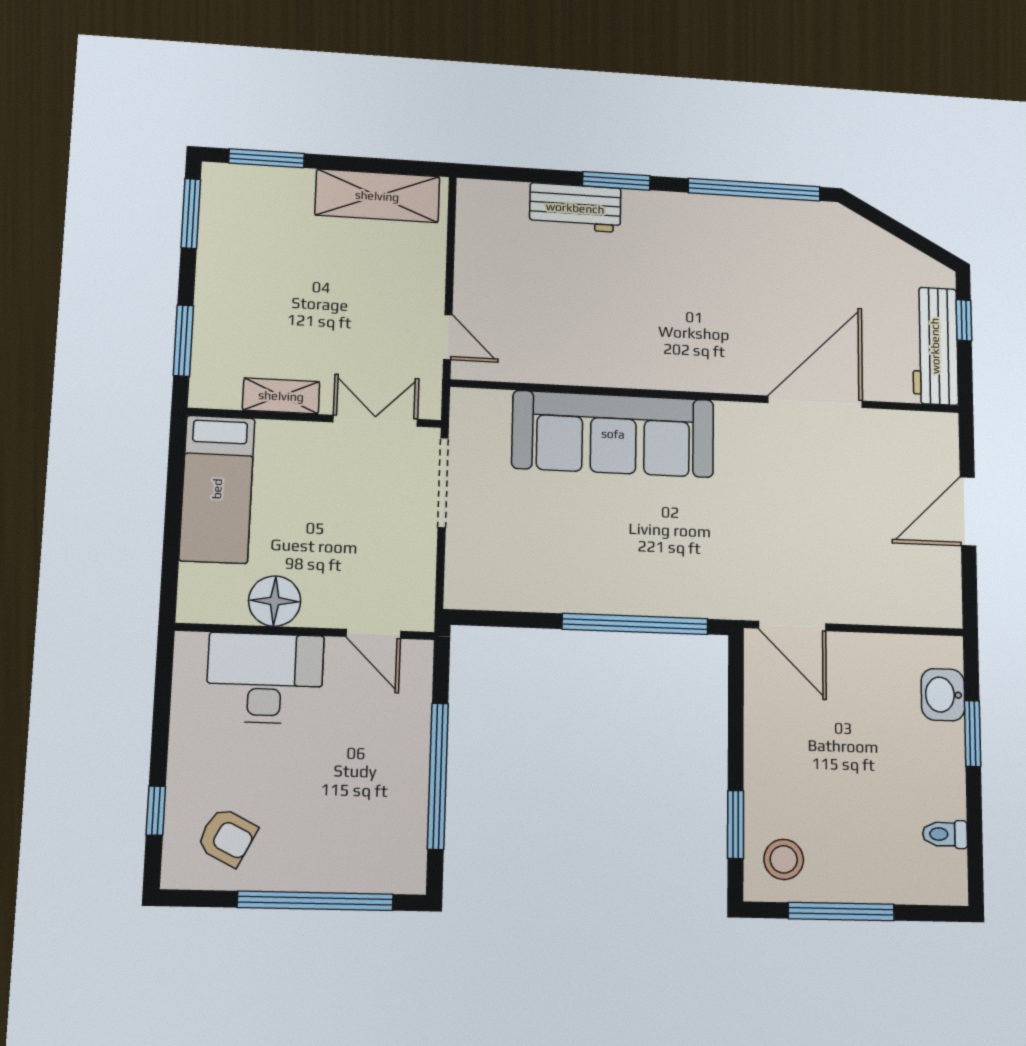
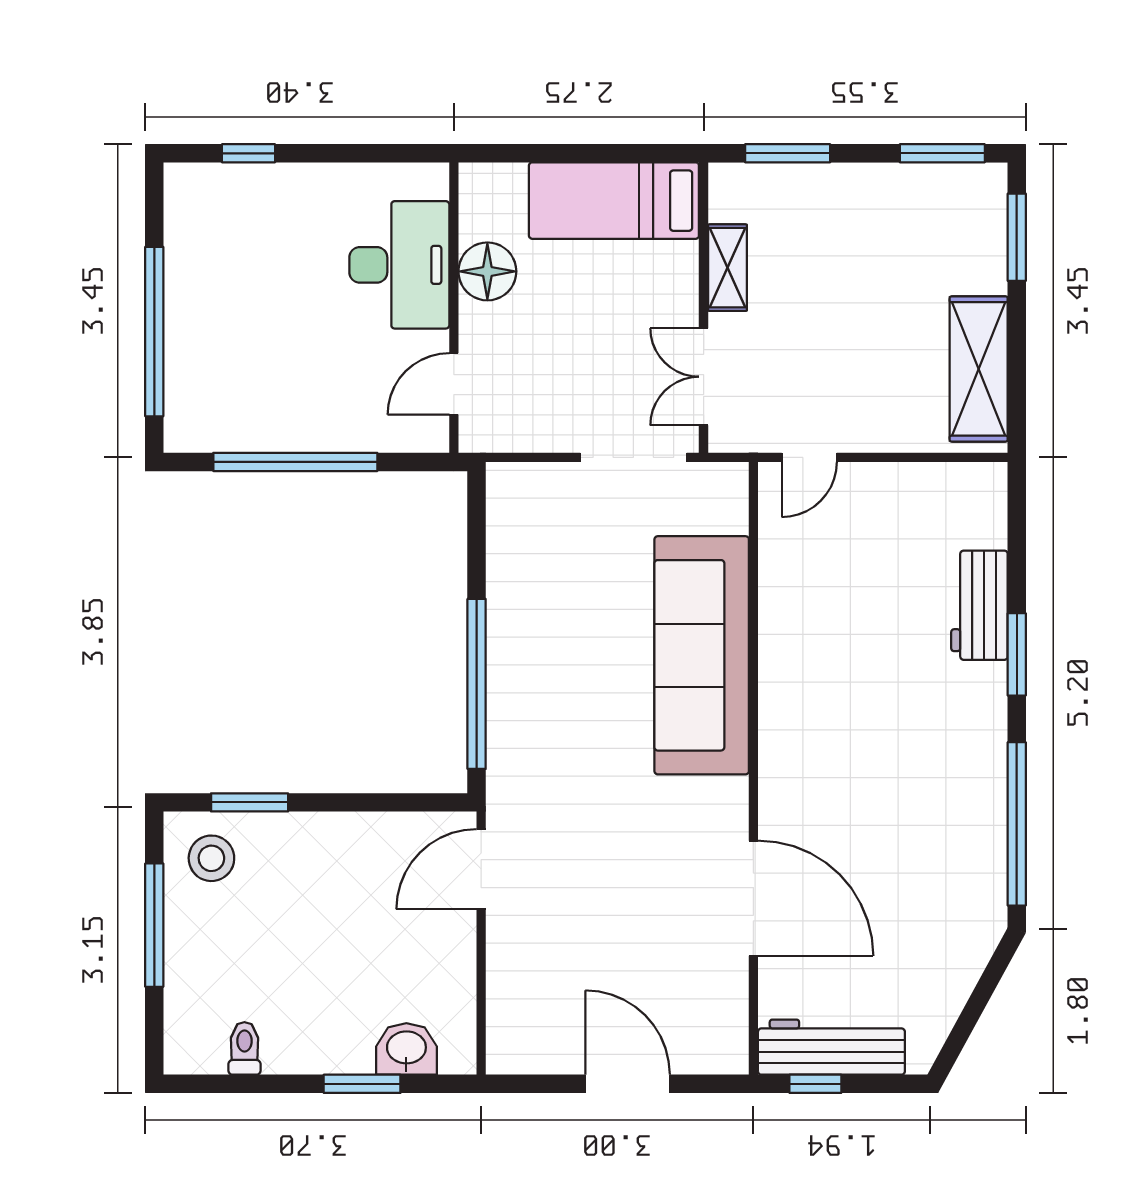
window: (964, 320) -> (815, 1084), moved
double door: (375, 421) -> (704, 377), swing flipped
armchair: (227, 837) -> (222, 232), removed

